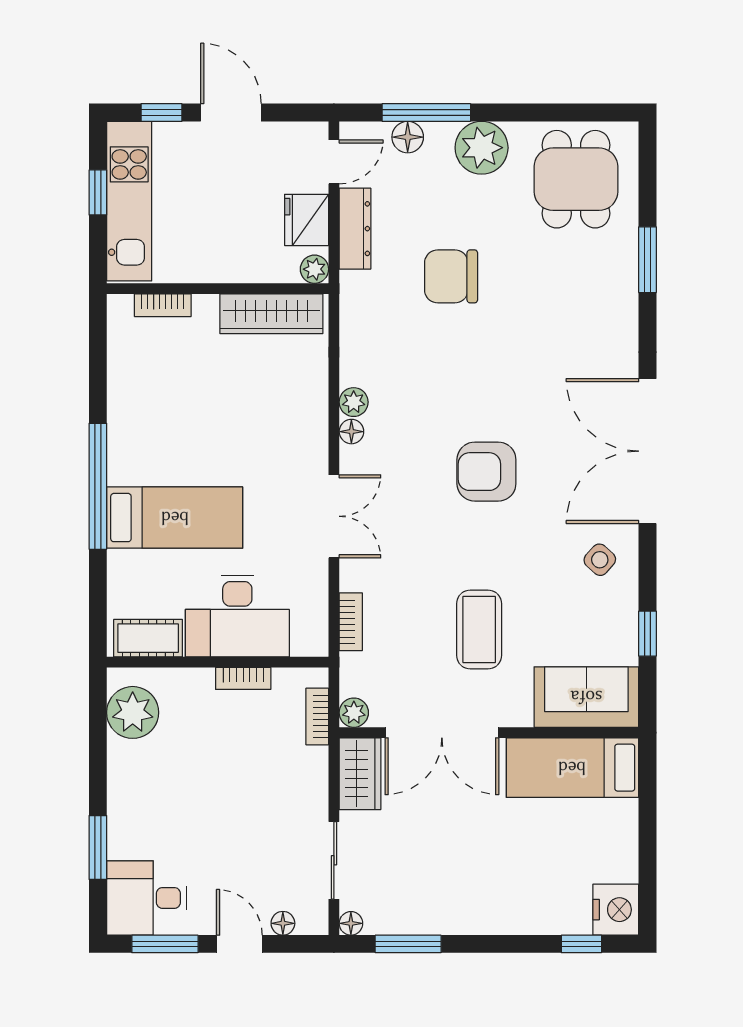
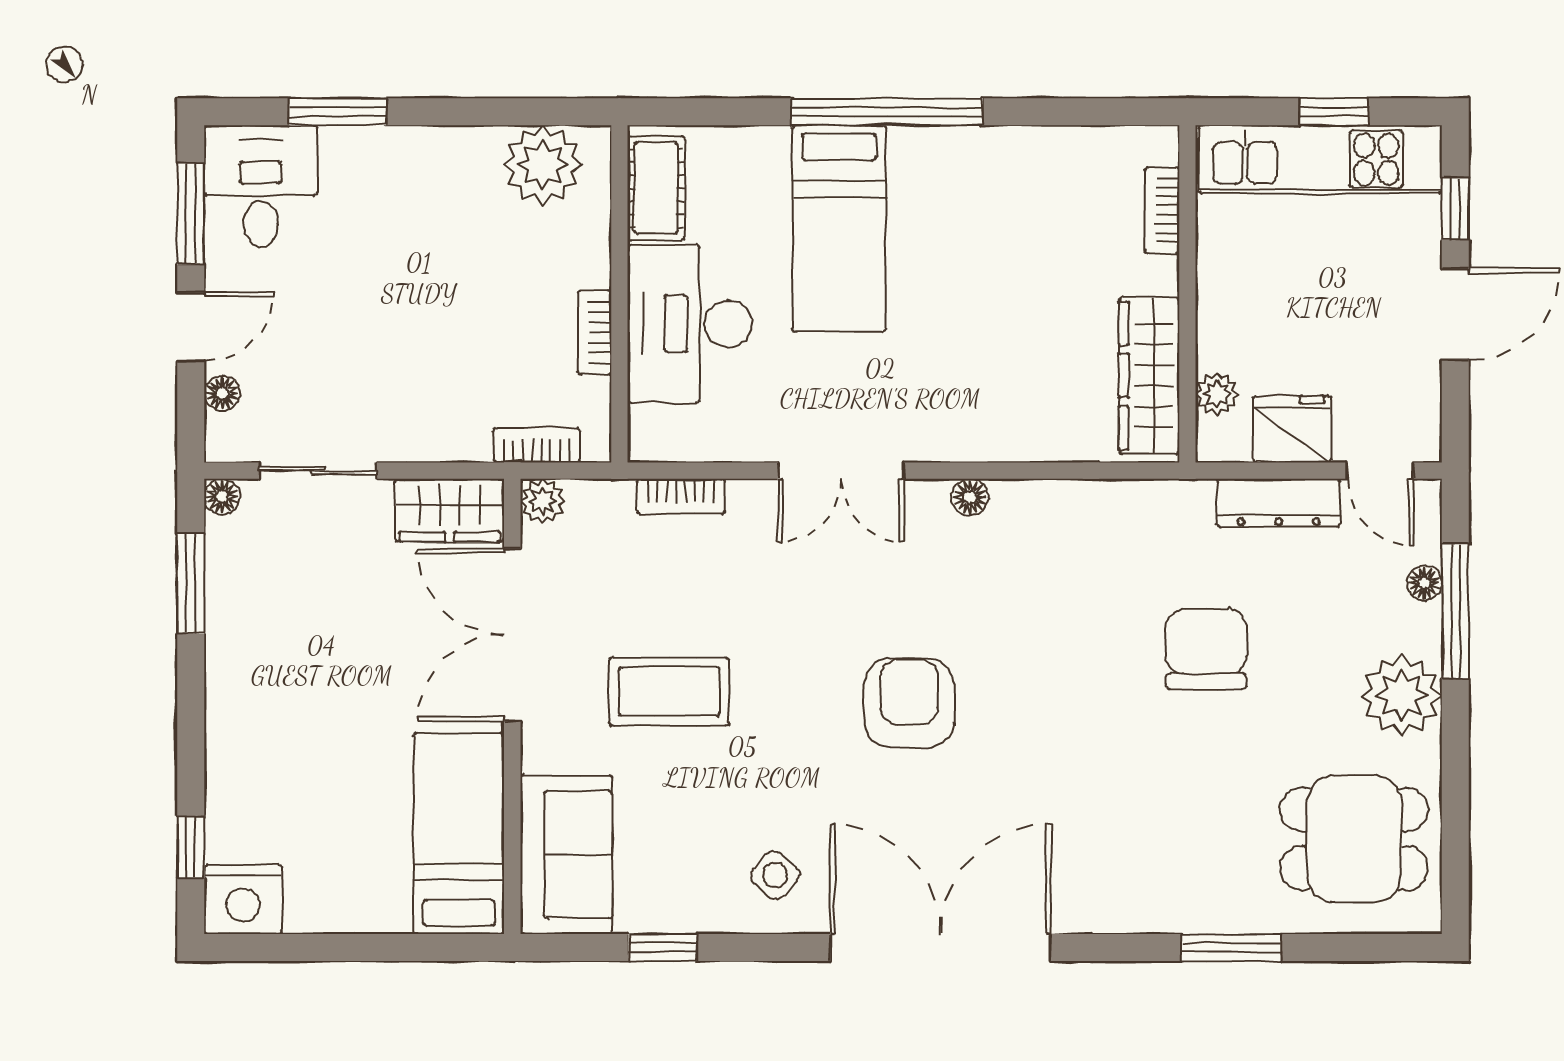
floor lamp: (408, 137) -> (1424, 583), width x0.73, depth x0.73
plant: (314, 269) -> (1217, 394), moved
plant: (354, 402) -> (1015, 501), removed

